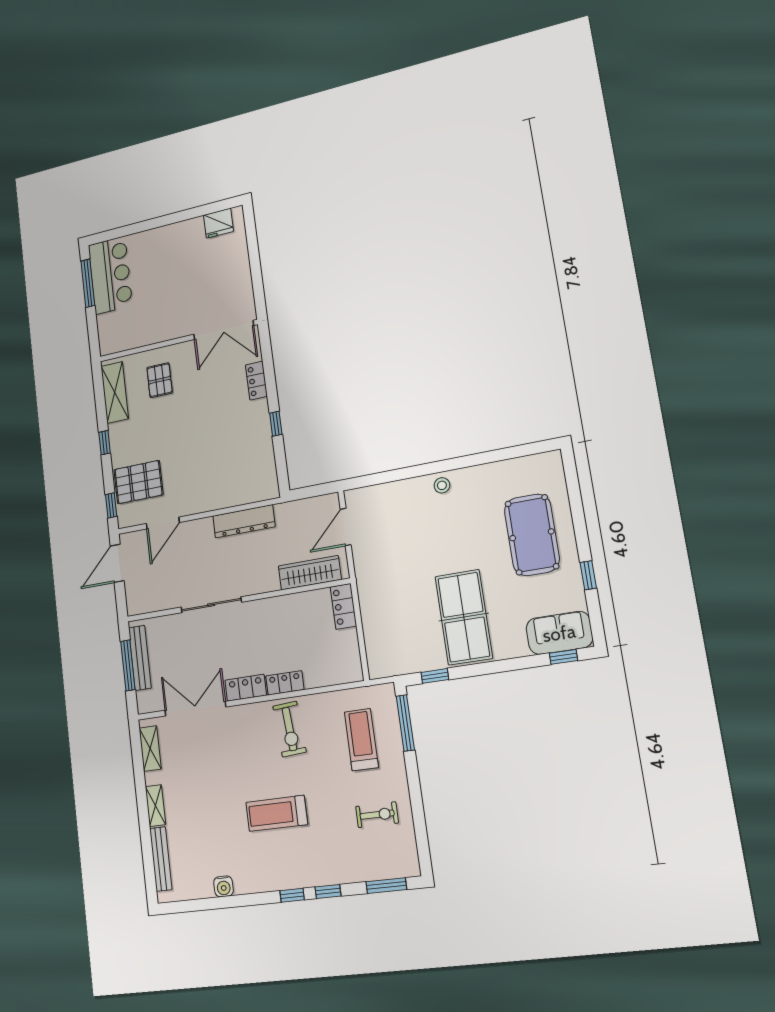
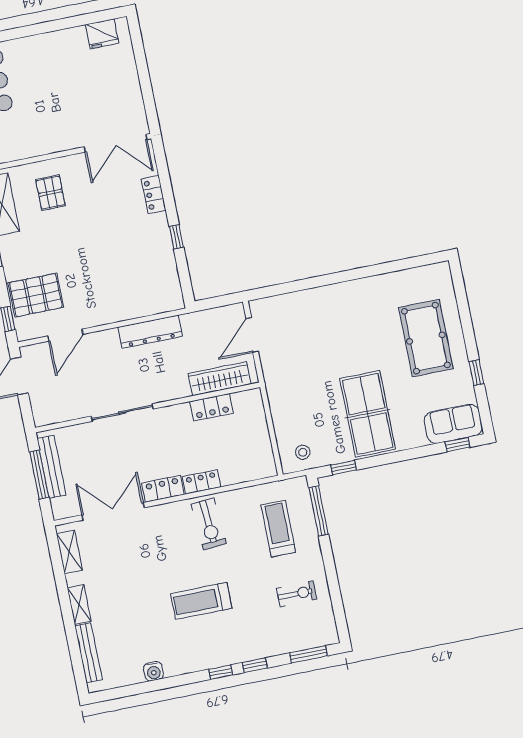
stool: (442, 485) -> (303, 452), moved
locker: (343, 606) -> (211, 407), moved, turned -90

